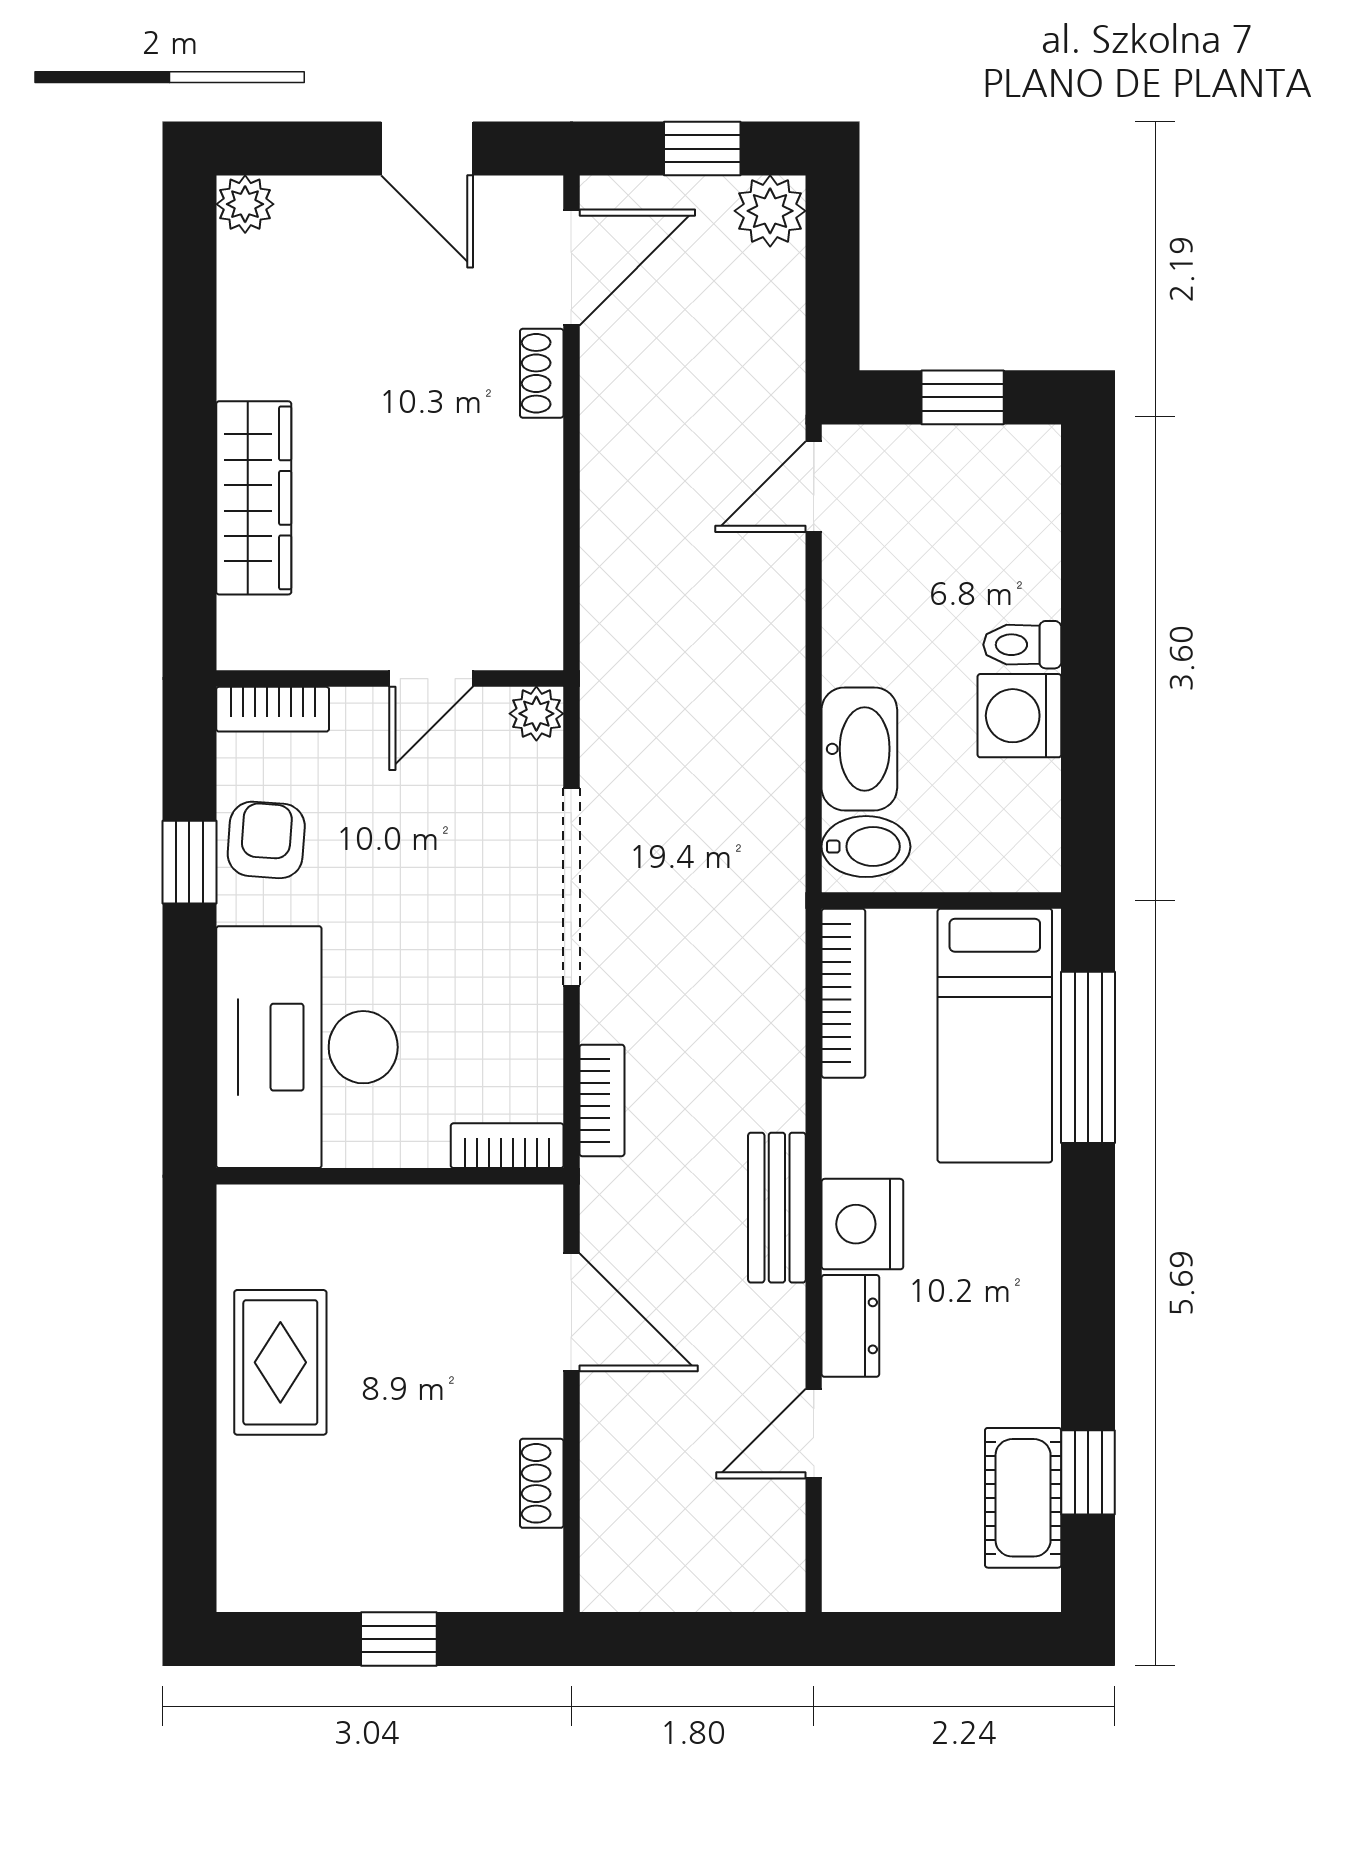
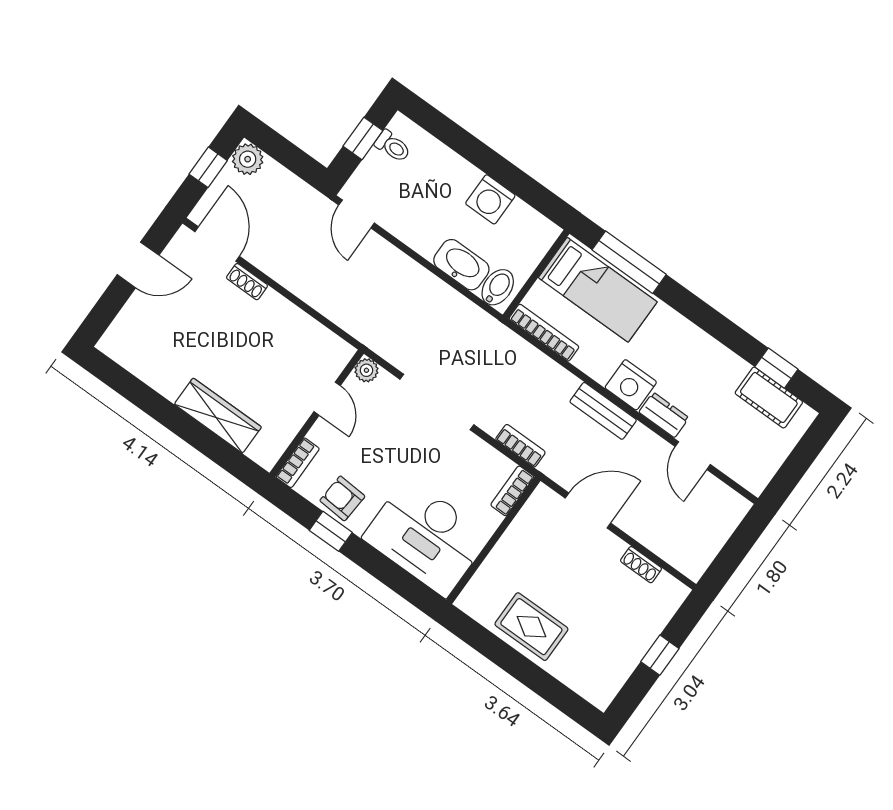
plant: (245, 204) -> (111, 344), removed
toilet: (1022, 645) -> (393, 146), moved, turned -90

